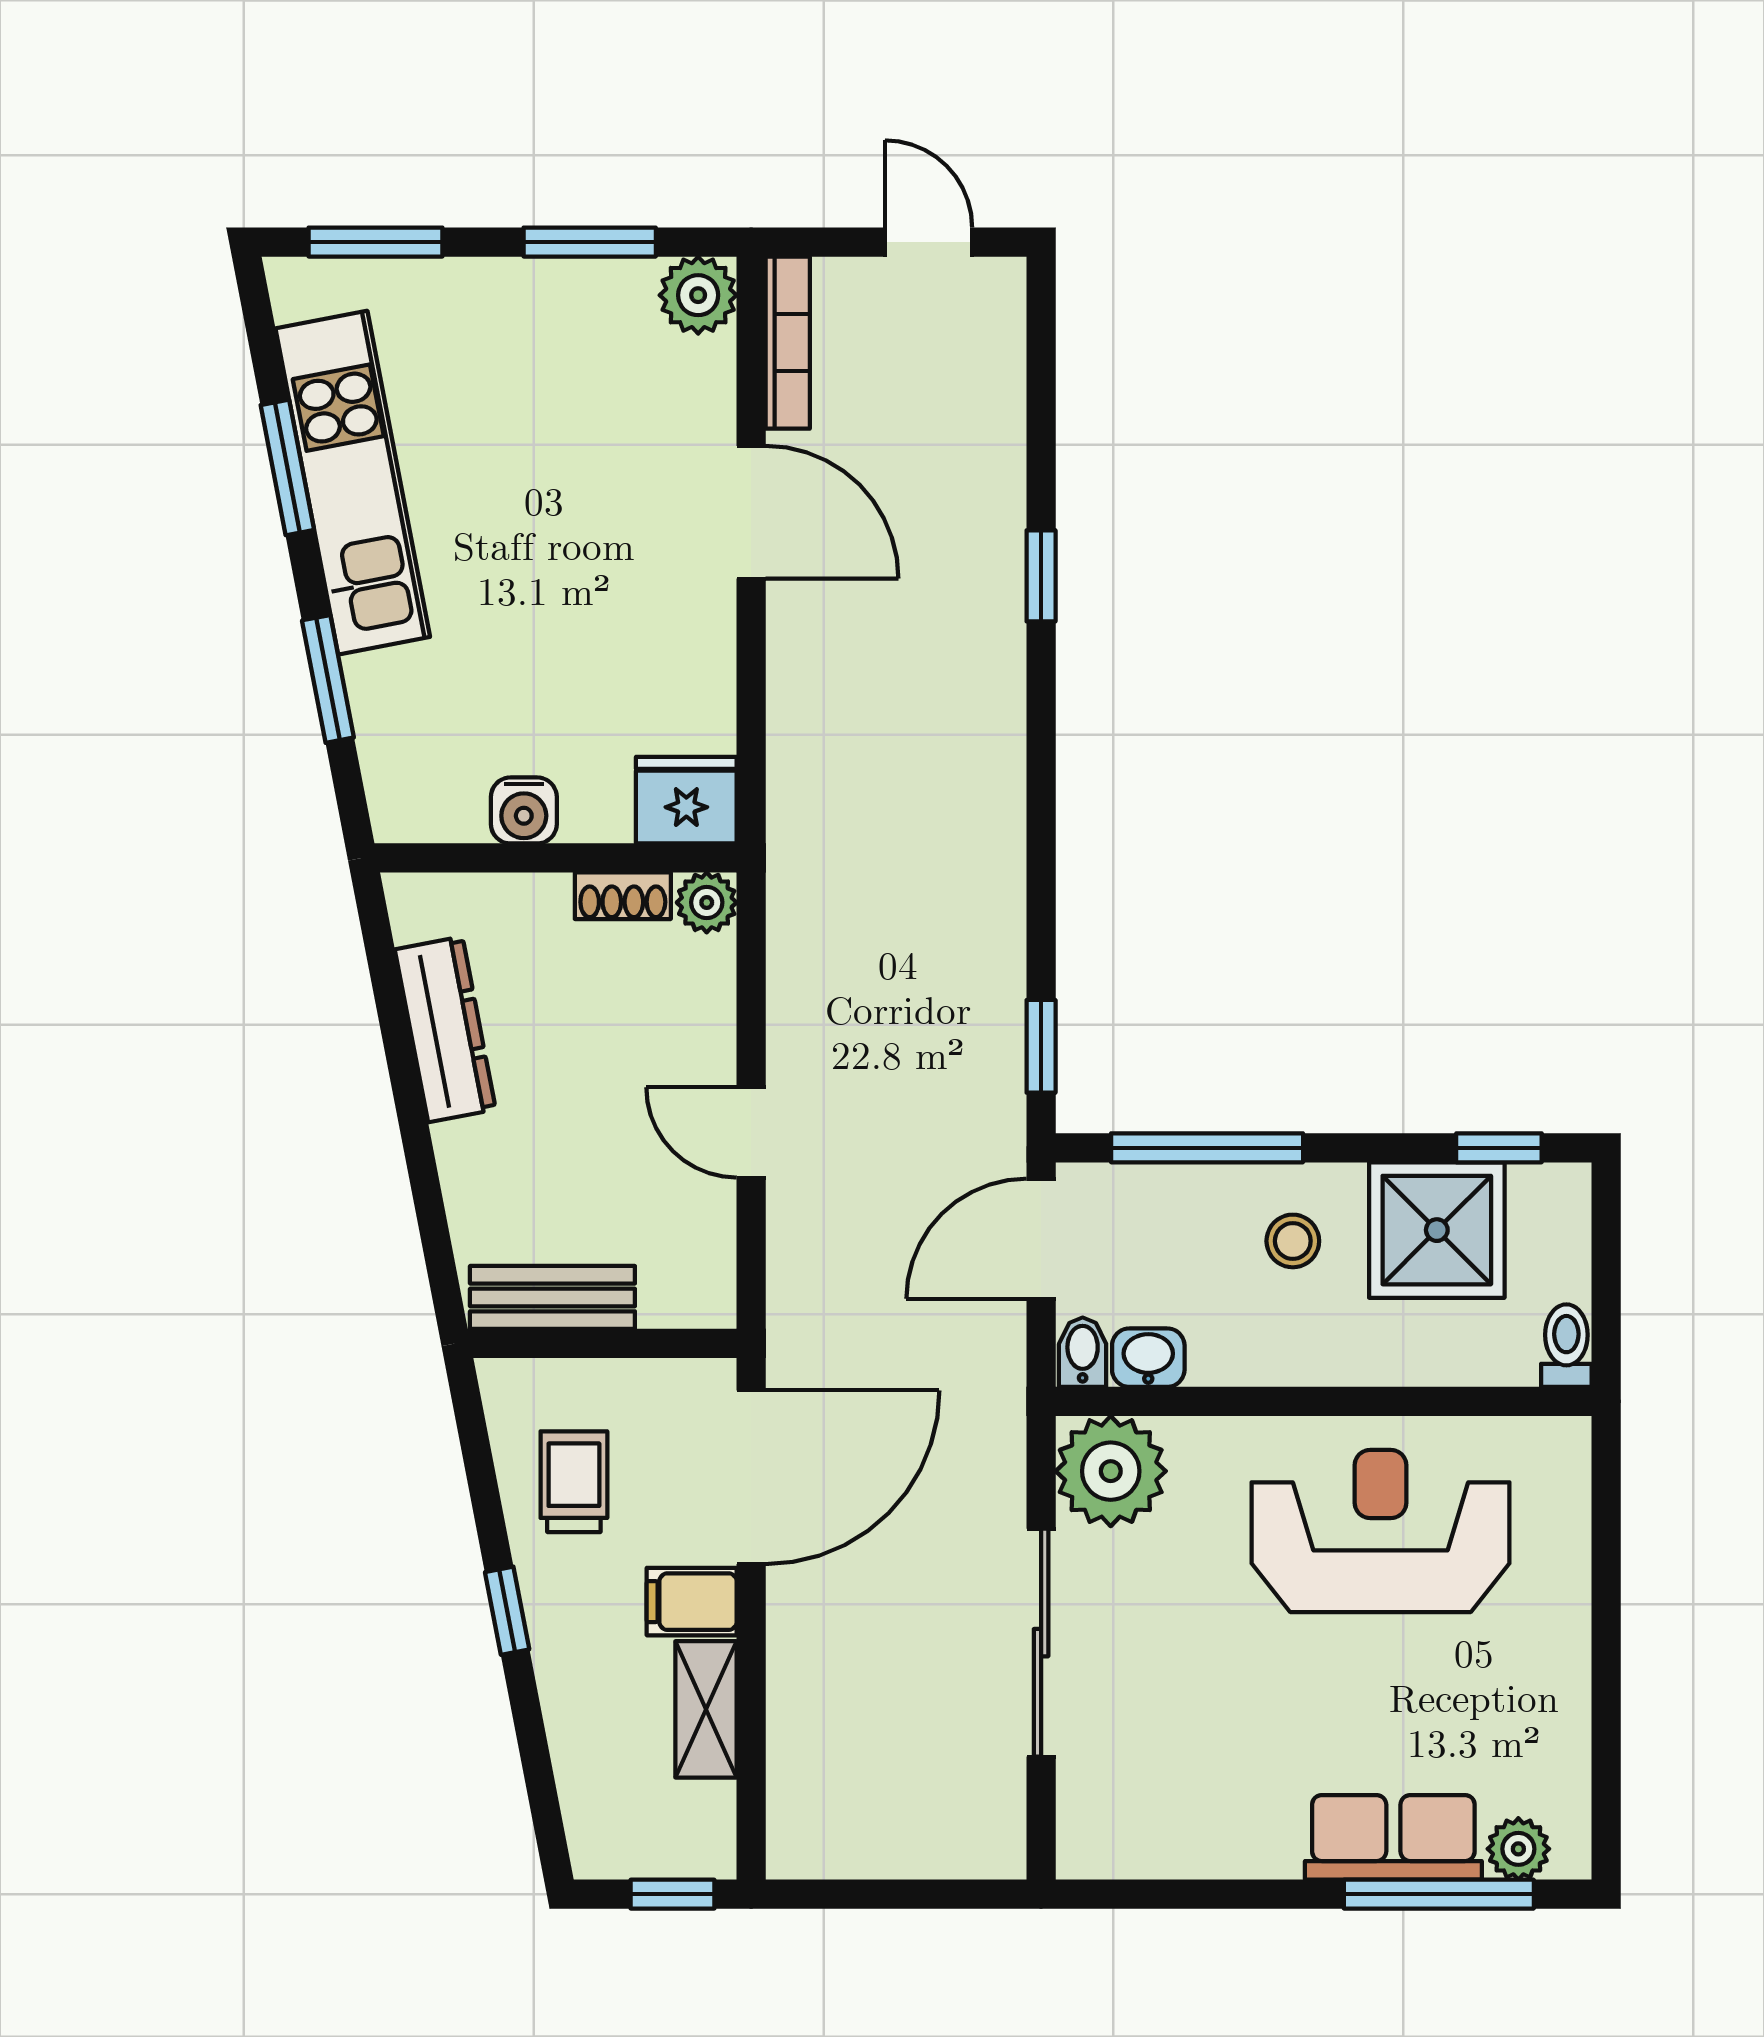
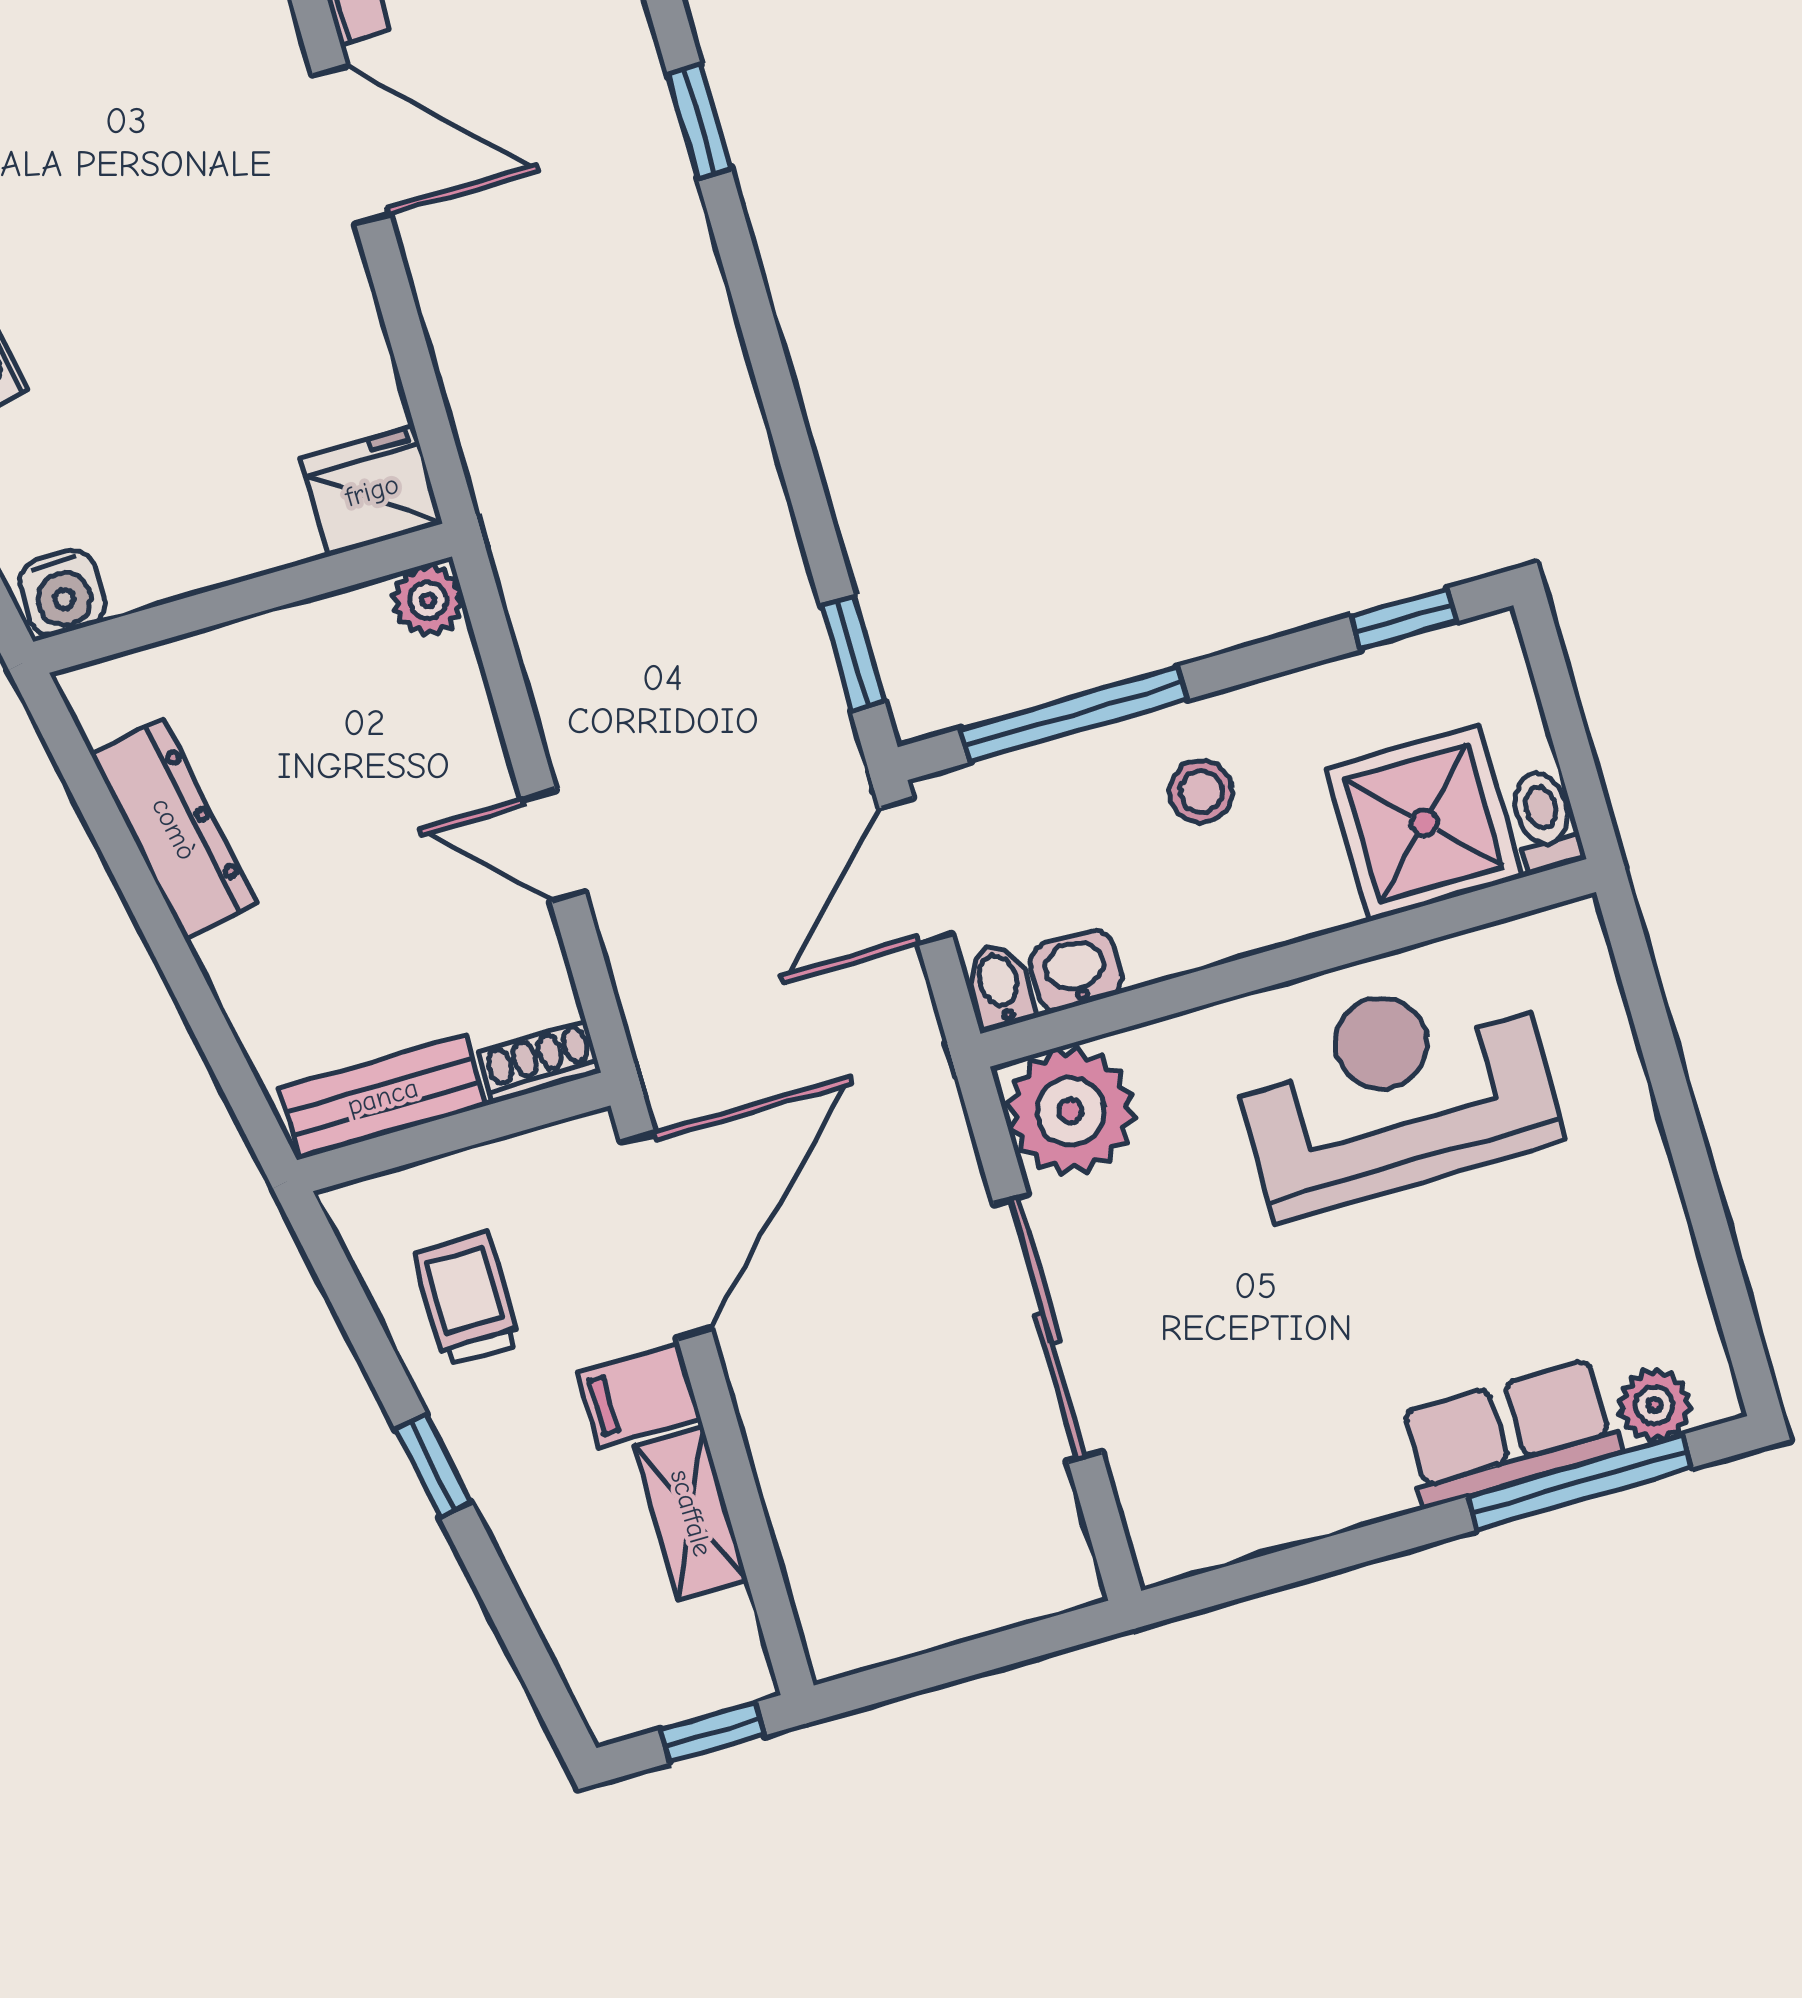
water cooler: (524, 810) -> (63, 593), moved
shoe rack: (623, 896) -> (539, 1062), moved, turned 180
shower: (1437, 1230) -> (1424, 823), moved

